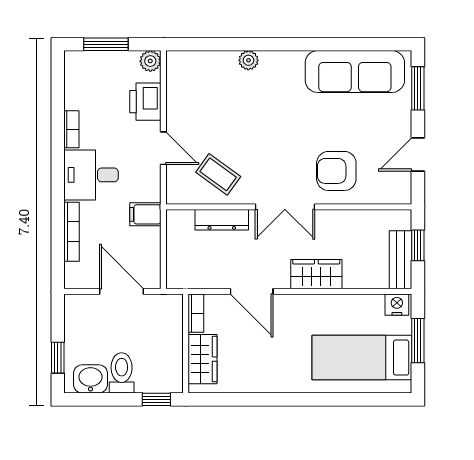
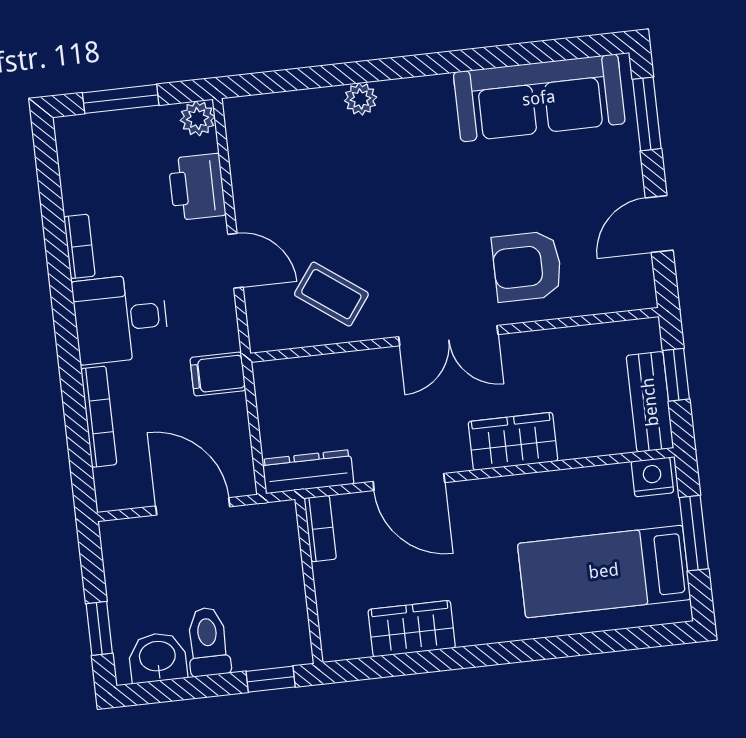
dresser: (222, 220) -> (308, 472), moved, turned 180
wardrobe: (203, 359) -> (412, 629), moved, turned -90

